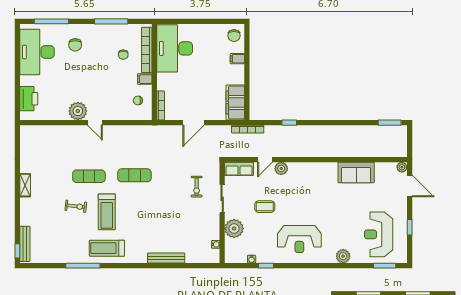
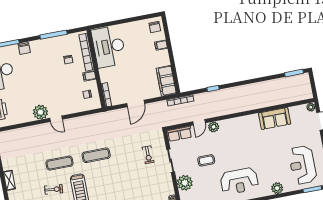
chair: (75, 45) -> (24, 48), moved

